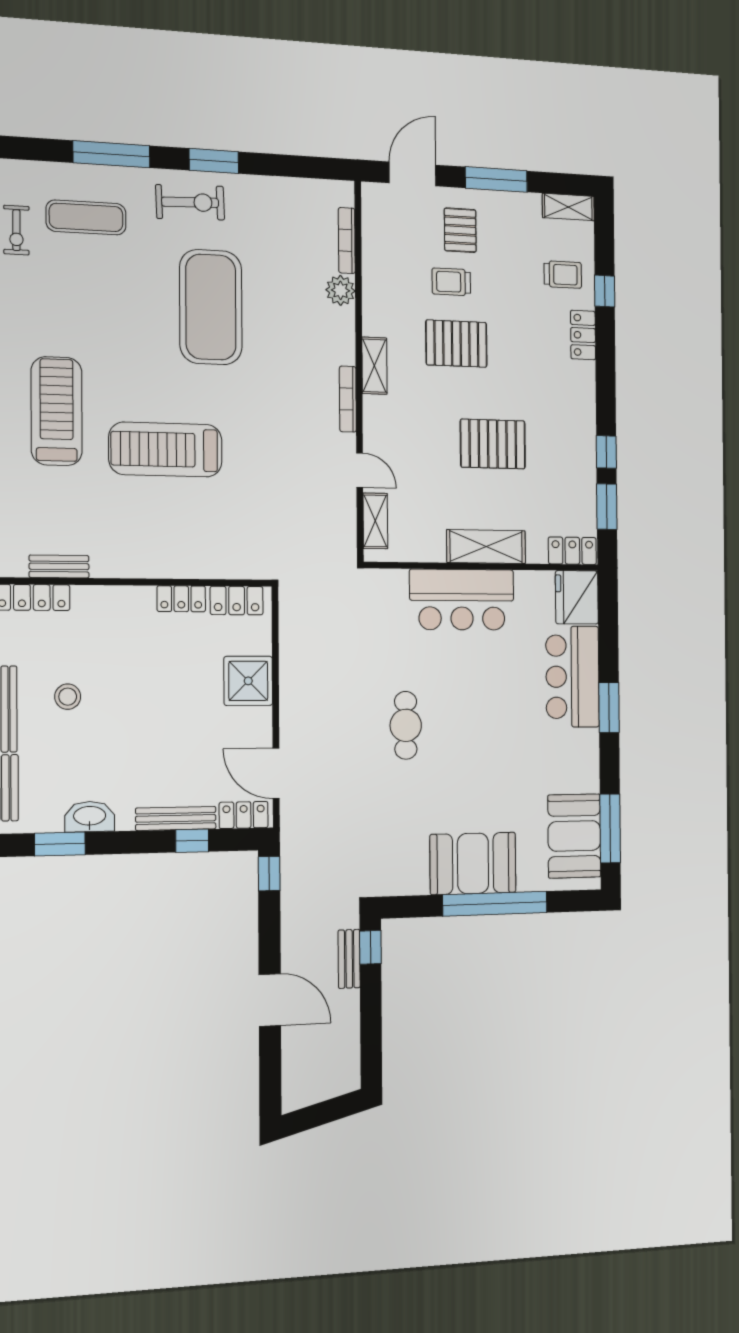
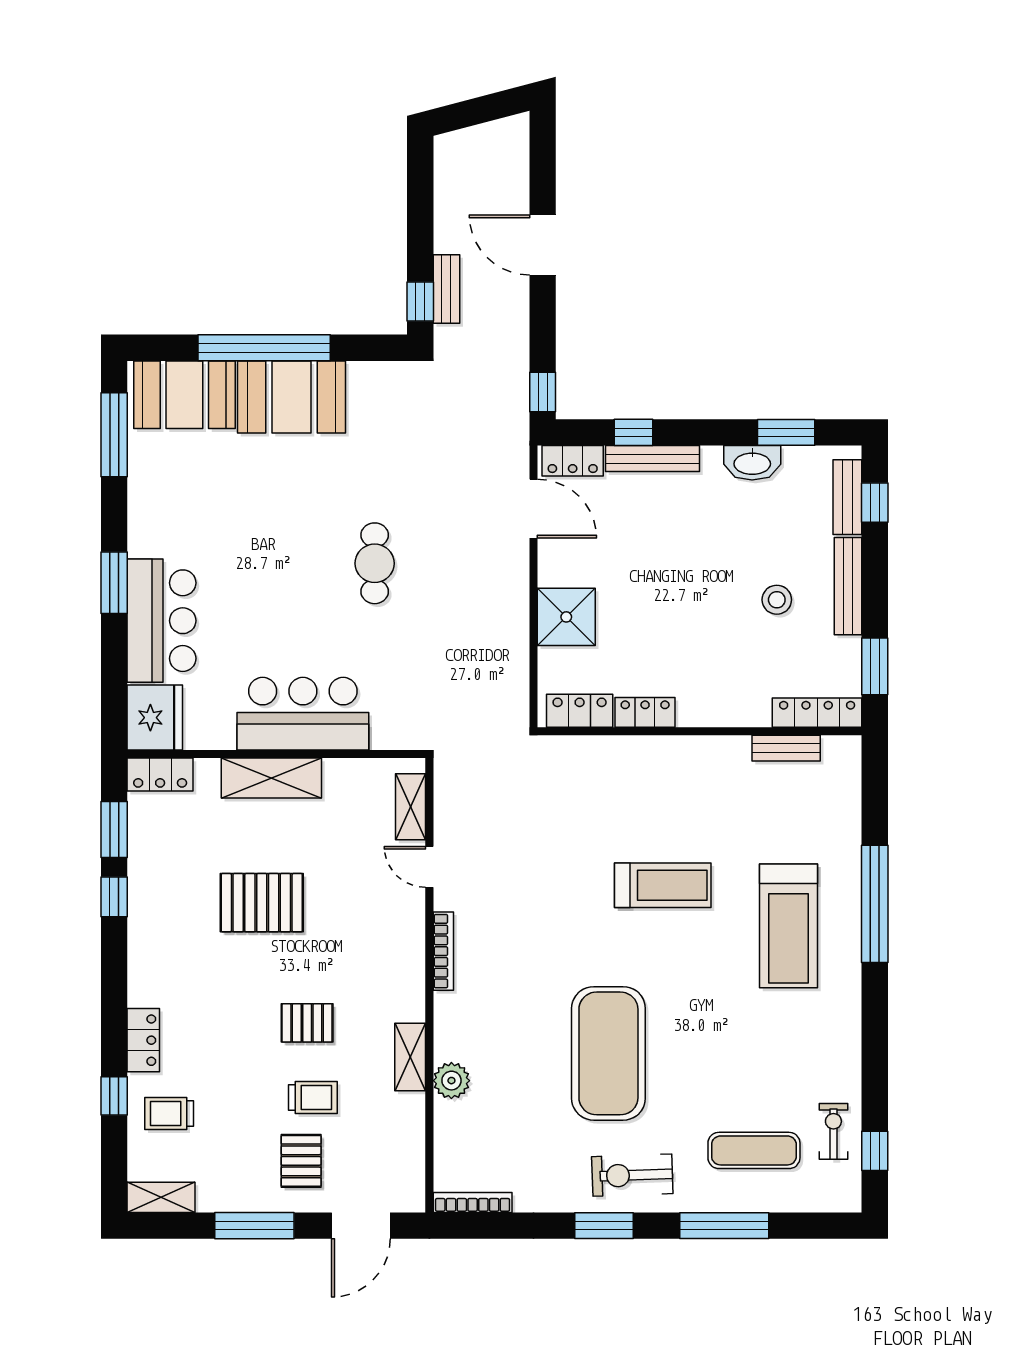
bookcase: (347, 240) -> (473, 1202), moved, turned -90
pallet: (456, 344) -> (307, 1023), width x0.67, depth x0.71
shelving: (374, 366) -> (410, 1057), moved
treadmill: (166, 449) -> (663, 885), width x0.73, depth x0.73
booth: (574, 836) -> (184, 395), moved, turned 90

